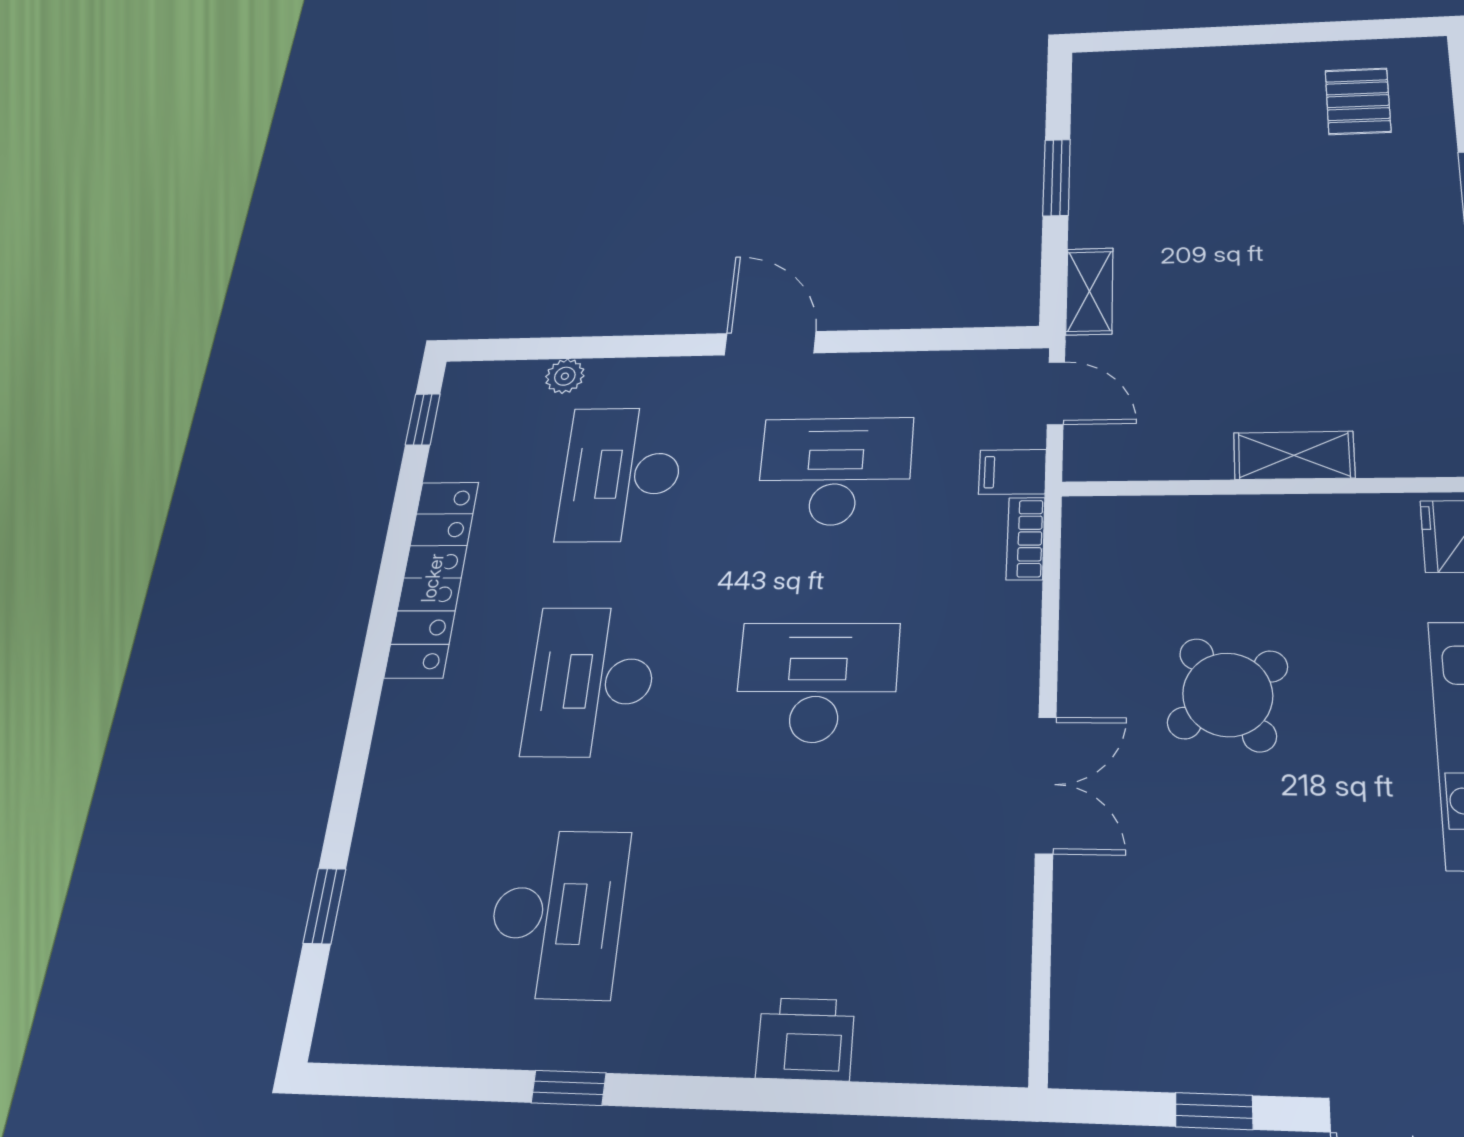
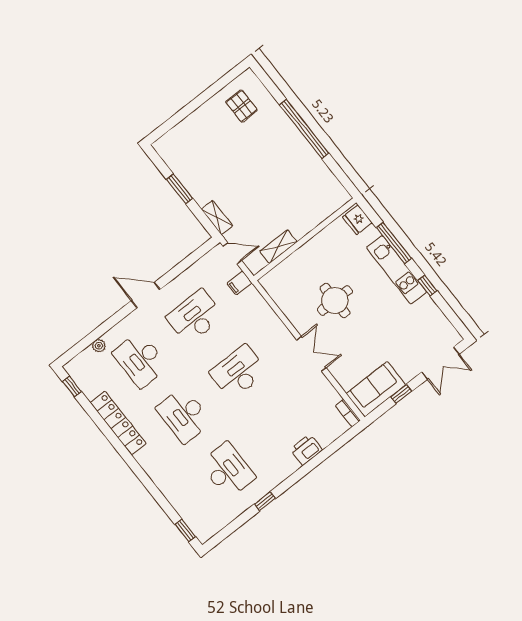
shelving: (1294, 455) -> (279, 247), moved
bookcase: (1026, 538) -> (348, 413), moved
round table: (1228, 695) -> (335, 300), turned 35
window: (325, 906) -> (185, 531), moved
sofa: (1148, 1032) -> (376, 389), added

